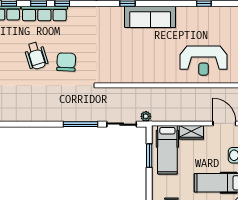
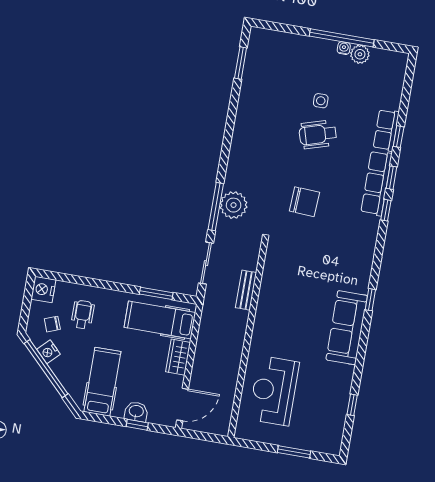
wheelchair: (36, 56) -> (318, 134), moved
bench: (136, 93) -> (246, 290), added
plant: (146, 116) -> (234, 205), moved, width x1.87, depth x1.87

